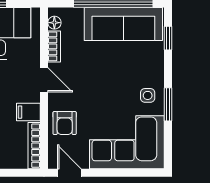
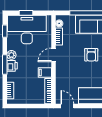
door: (44, 80) -> (53, 55), swing flipped
armchair: (65, 123) -> (91, 55), moved

